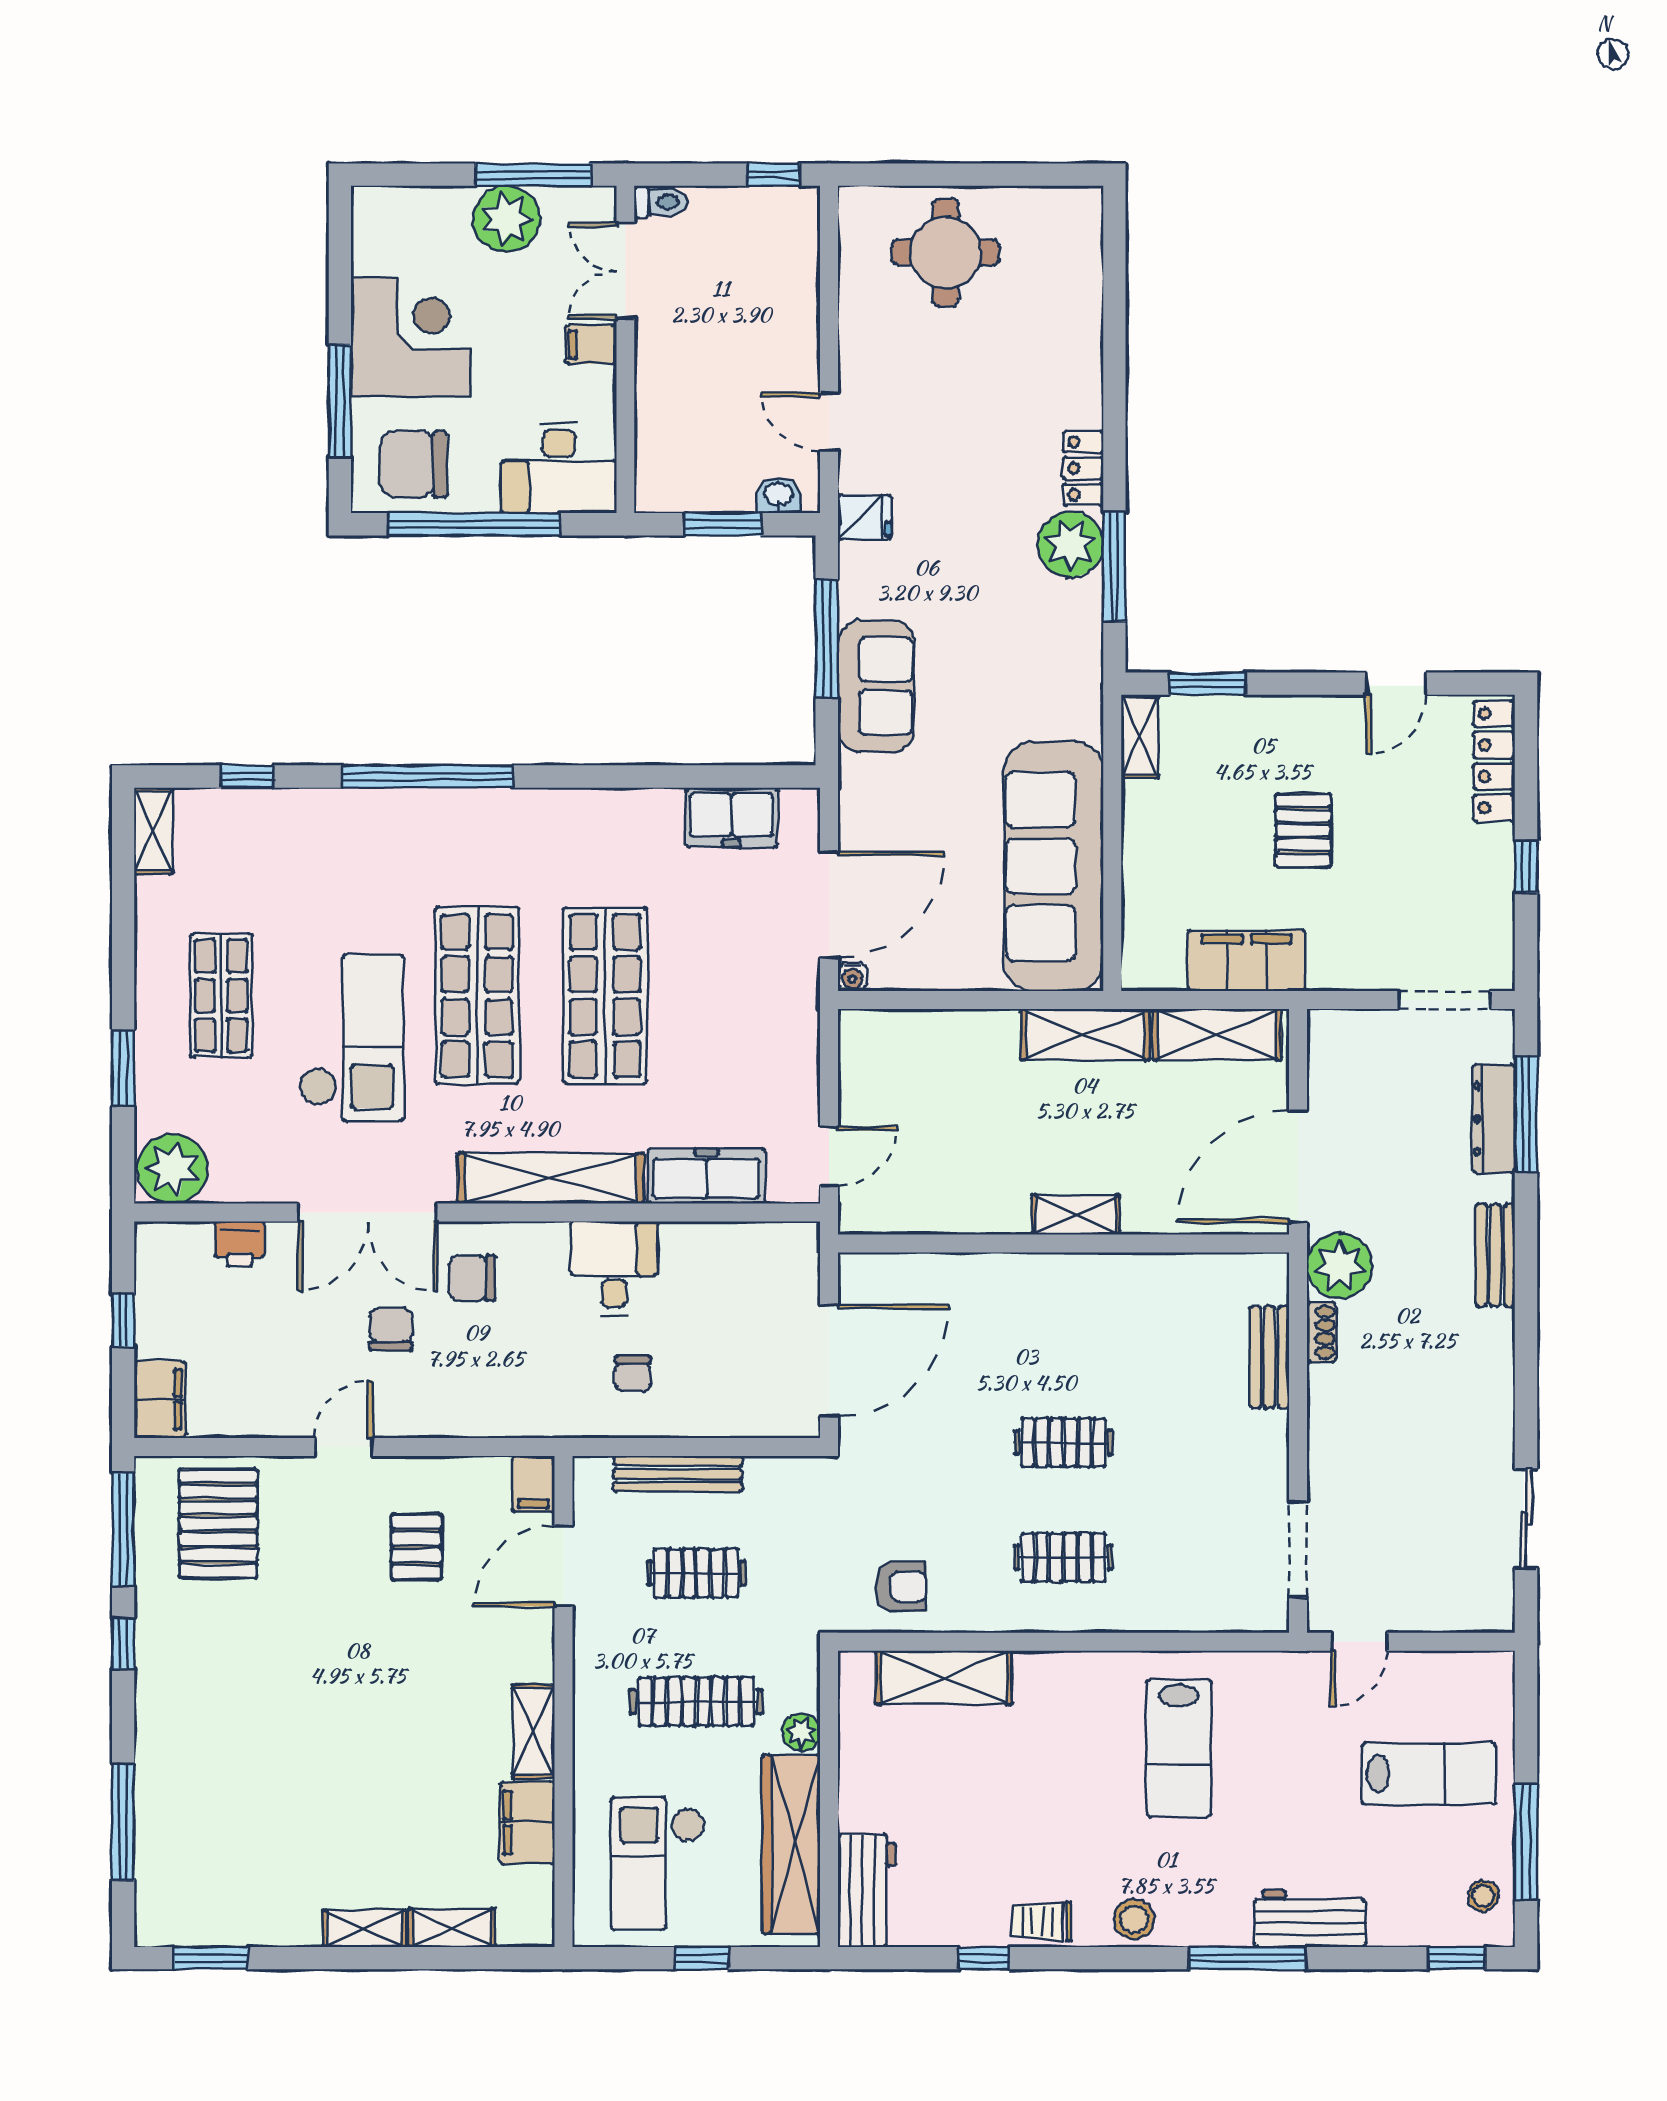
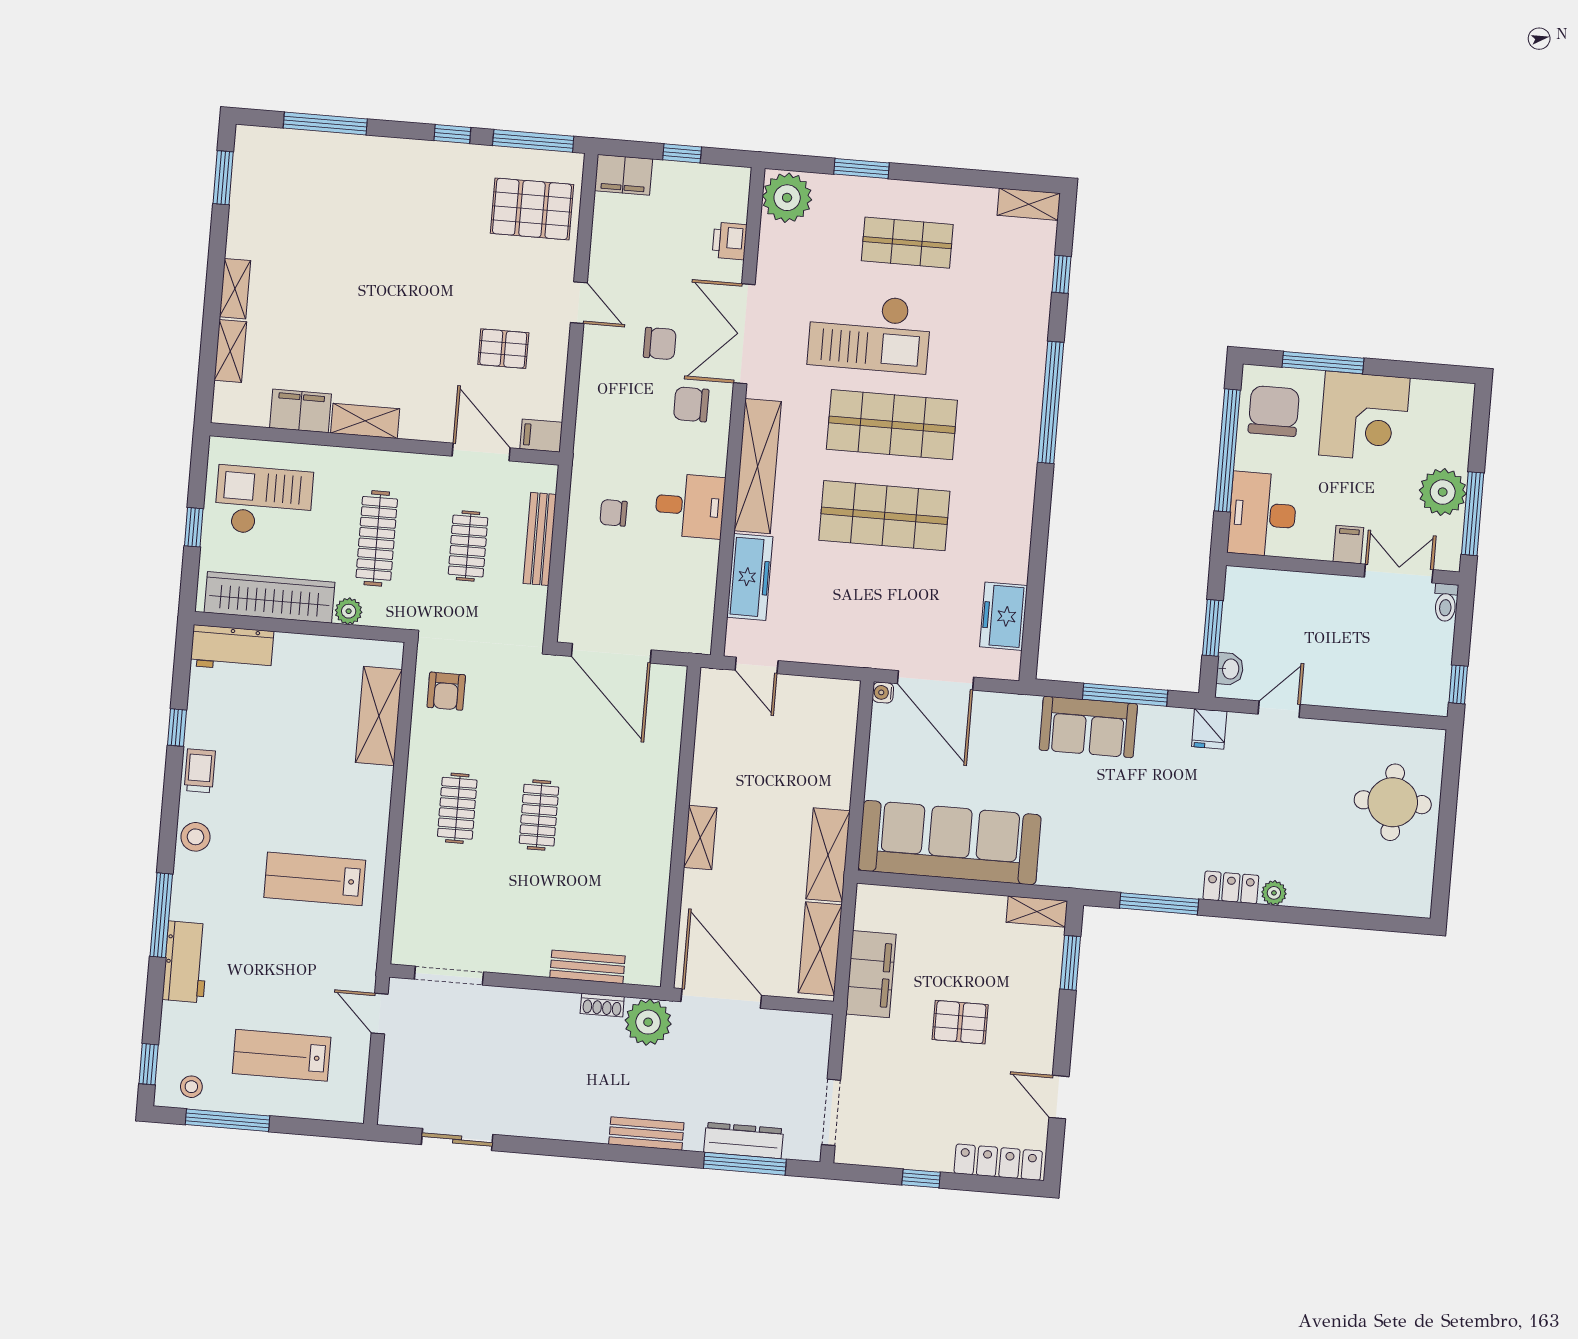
plant: (1071, 544) -> (1274, 893), moved, width x0.53, depth x0.53
chair: (472, 1278) -> (691, 404), turned -90
lab bench: (1429, 1774) -> (282, 1055), turned 90

